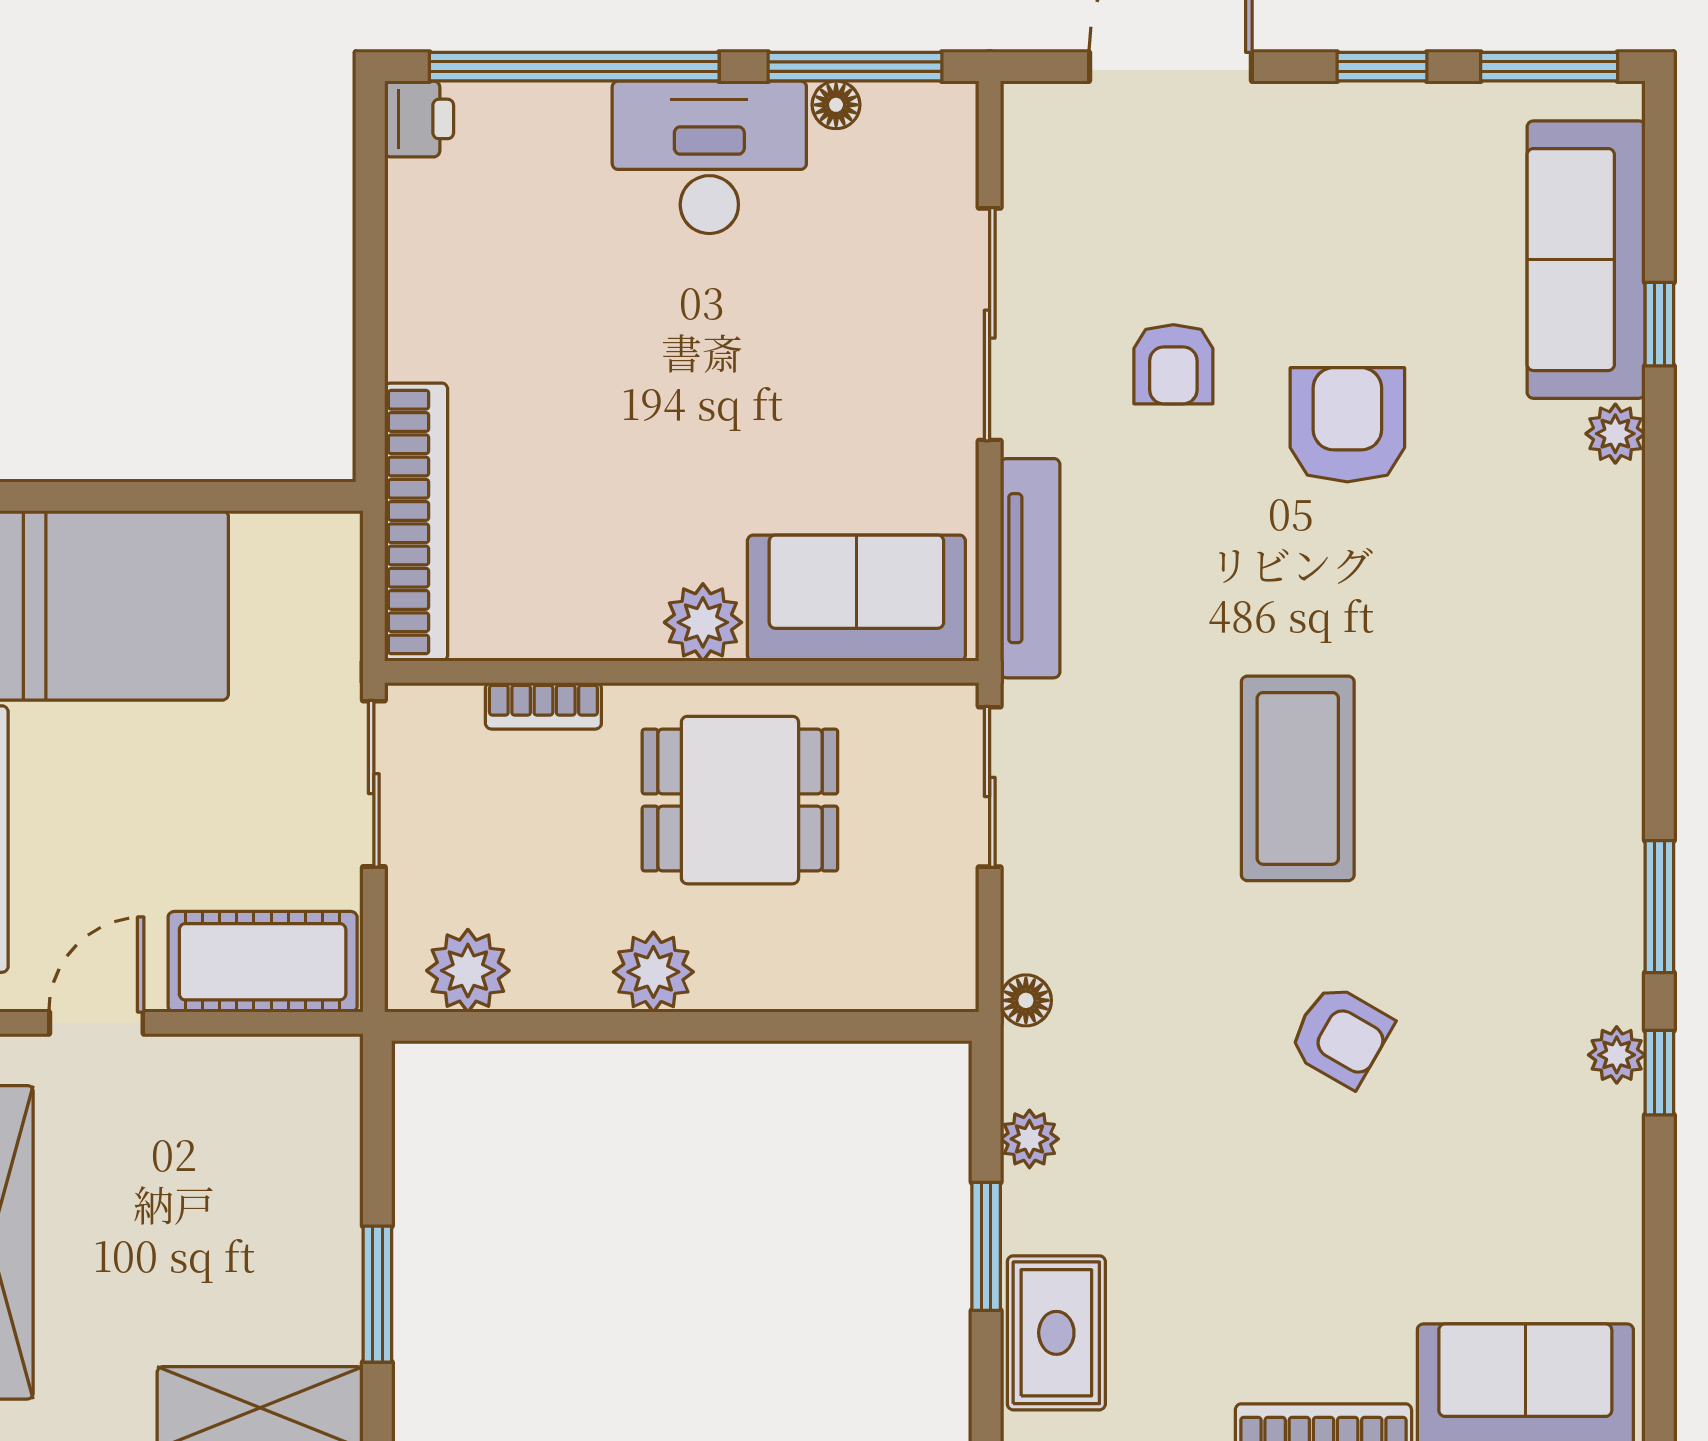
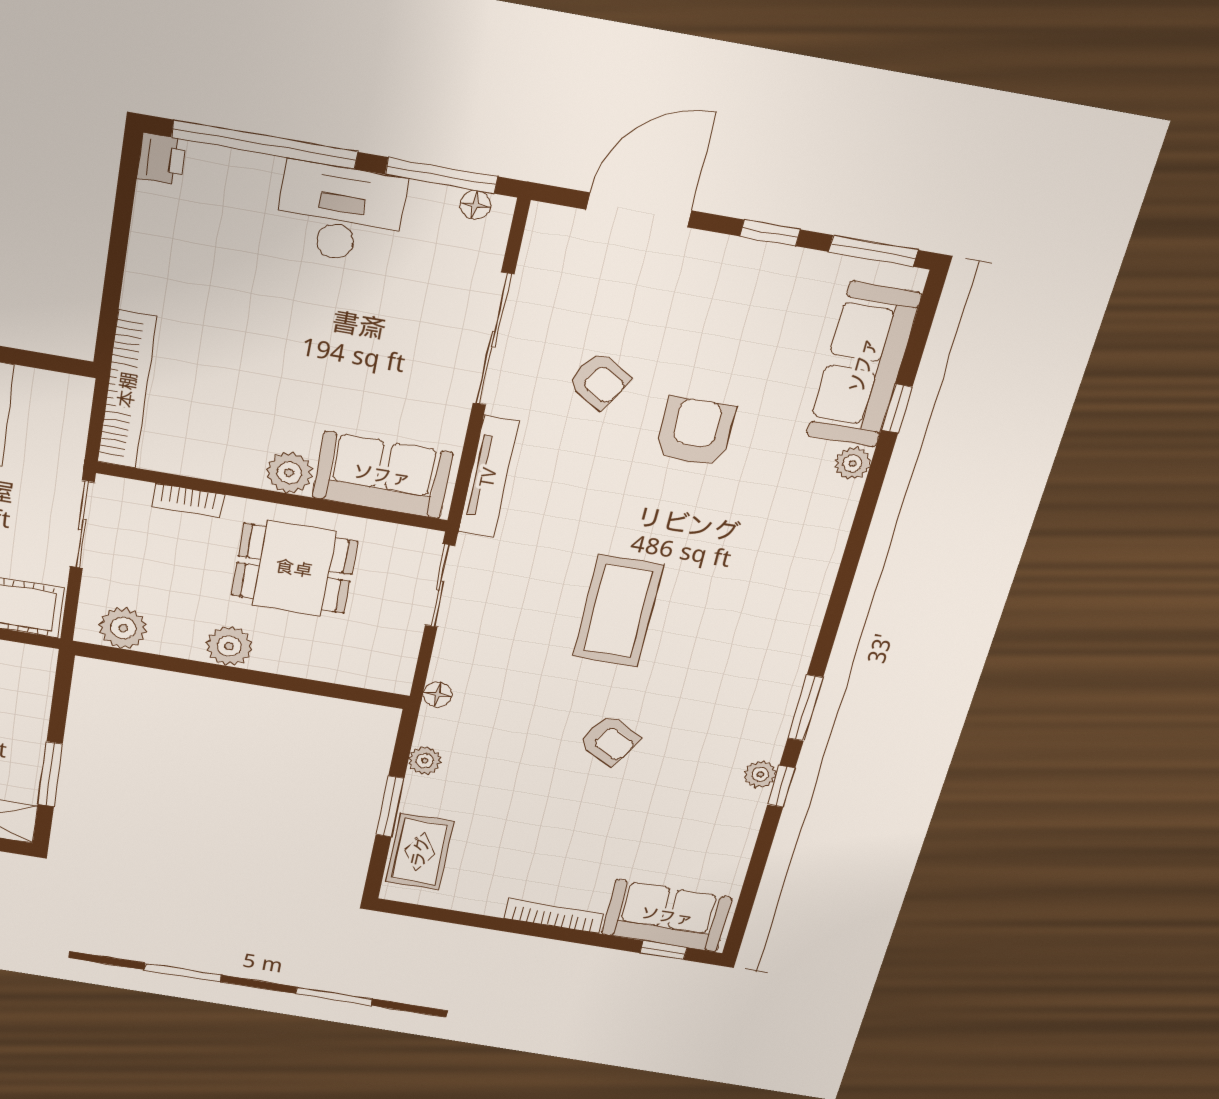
floor lamp: (836, 105) -> (475, 205), moved
armchair: (1173, 364) -> (599, 381), turned -59

